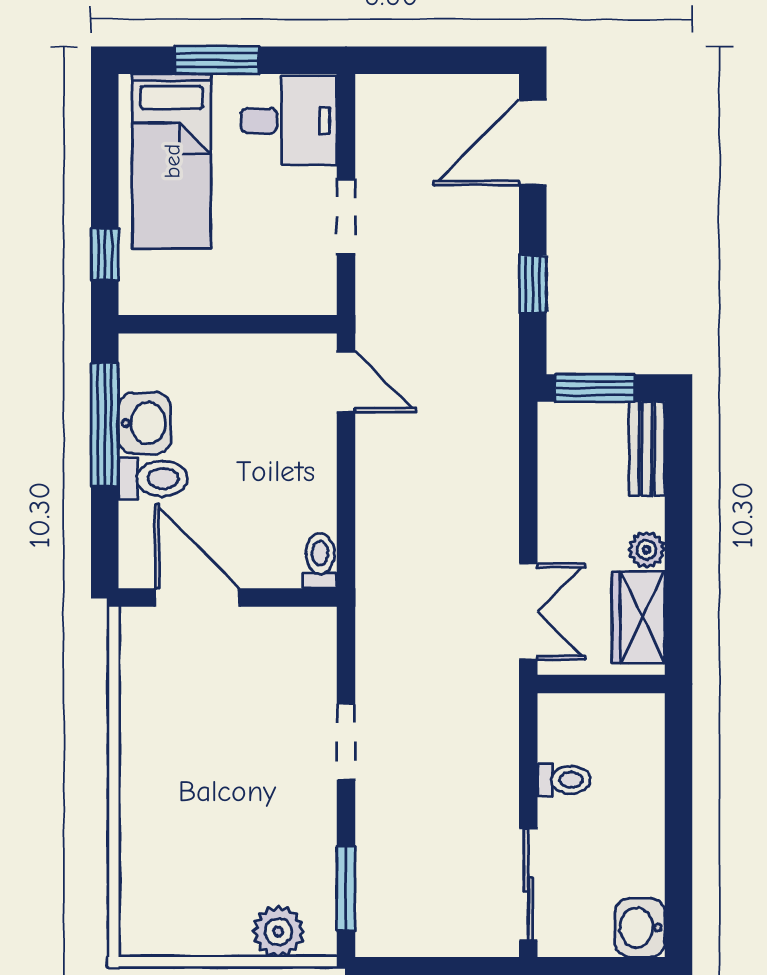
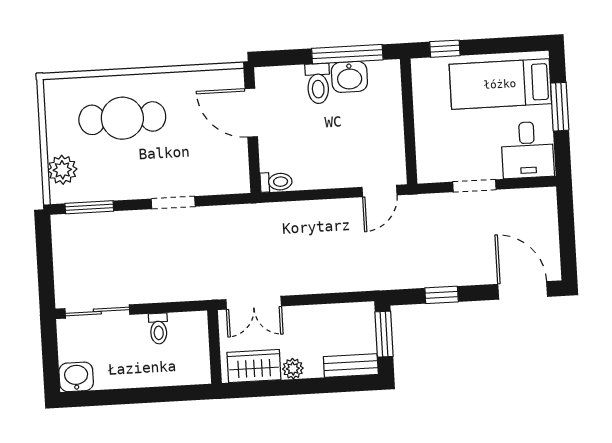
door: (197, 597) -> (251, 113), swing flipped
cafe table: (194, 822) -> (122, 118), added

